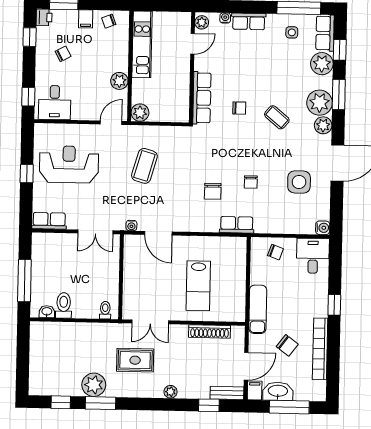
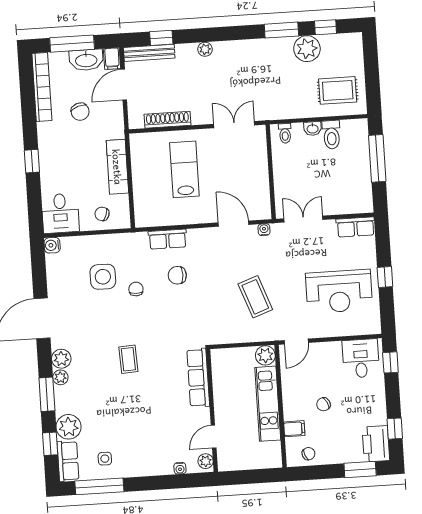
printer: (44, 17) -> (376, 444), width x1.87, depth x1.48
filing cabinet: (86, 19) -> (294, 429), moved, turned 90
row of seats: (249, 21) -> (154, 467), removed
kitchen unit: (142, 44) -> (268, 404), moved
chair: (63, 54) -> (323, 404), moved
plant: (119, 81) -> (291, 389), removed
plant: (320, 103) -> (60, 377), width x0.53, depth x0.53
chair: (239, 108) -> (156, 370), removed
coffee table: (277, 117) -> (128, 359), moved, turned 47
coffee table: (144, 166) -> (255, 297), turned -36
side table: (299, 182) -> (103, 277), moved
chair: (213, 191) -> (177, 275), turned -90
row of seats: (237, 225) -> (168, 239), moved
exam couch: (258, 309) -> (117, 167), moved
washbasin: (47, 312) -> (313, 129), moved
chair: (287, 345) -> (80, 112), turned -145
bookcase: (320, 349) -> (42, 87), moved
rug: (135, 360) -> (338, 90), moved
plant: (94, 385) -> (307, 49), moved
bench: (227, 393) -> (149, 53), width x1.36

